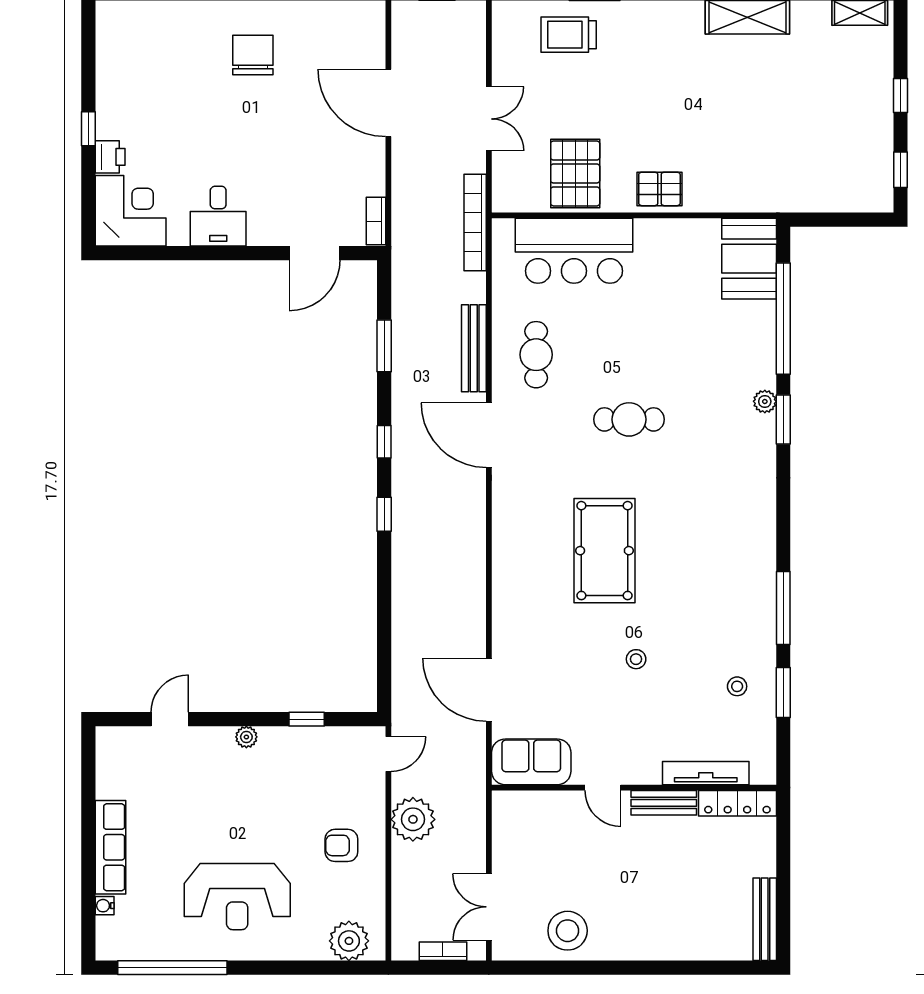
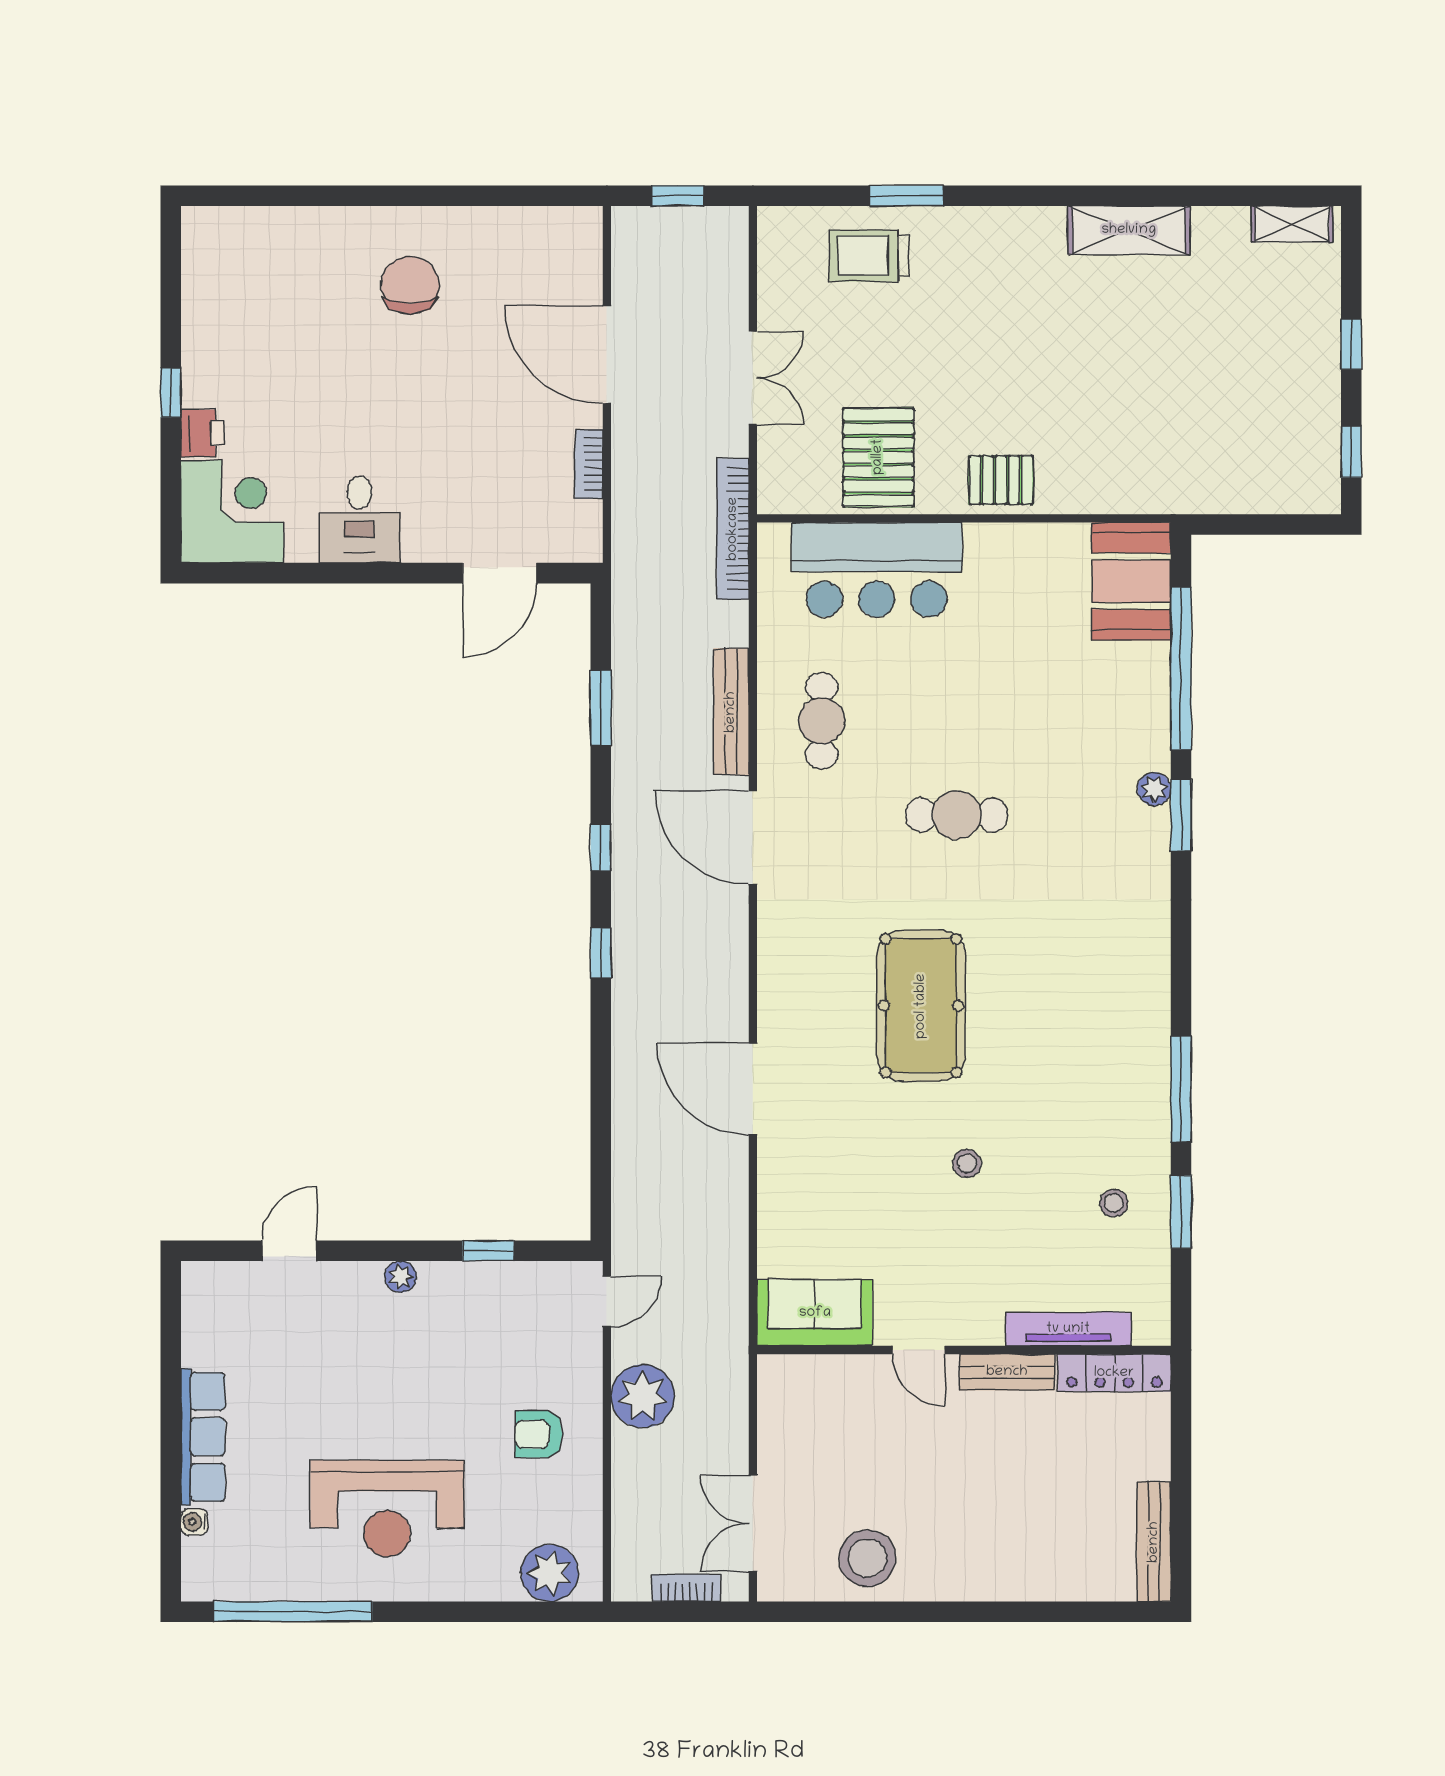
bookcase: (376, 221) -> (589, 464), moved
door: (489, 690) -> (753, 1089), moved

